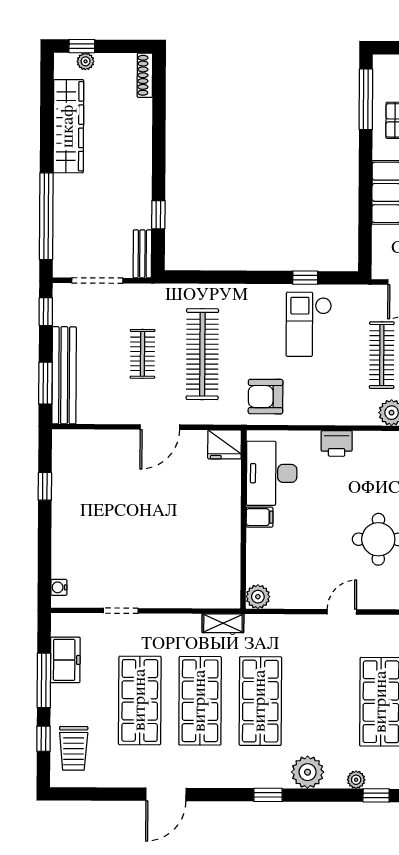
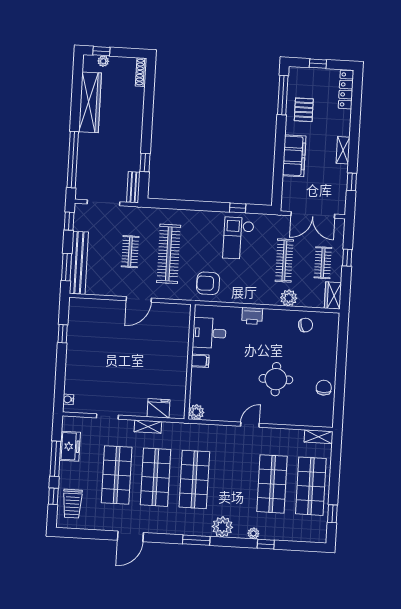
fridge: (225, 444) -> (158, 408), moved, turned 180
desk: (272, 473) -> (209, 333), width x0.73
shelving: (223, 623) -> (148, 427), moved
window: (268, 795) -> (196, 540), width x1.50

